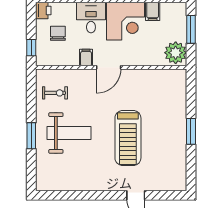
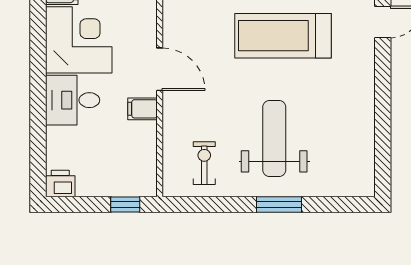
chair: (58, 33) -> (100, 158), removed
treadmill: (128, 138) -> (283, 36), turned 180

